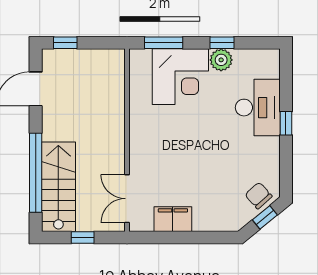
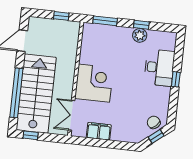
window: (65, 43) -> (61, 16), moved
corner desk: (180, 77) -> (94, 83), moved, turned -90
stairs: (58, 187) -> (36, 94), width x1.36, depth x1.51
window: (83, 238) -> (31, 135), moved

